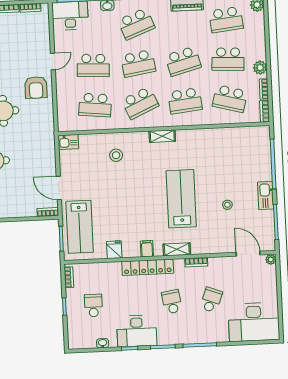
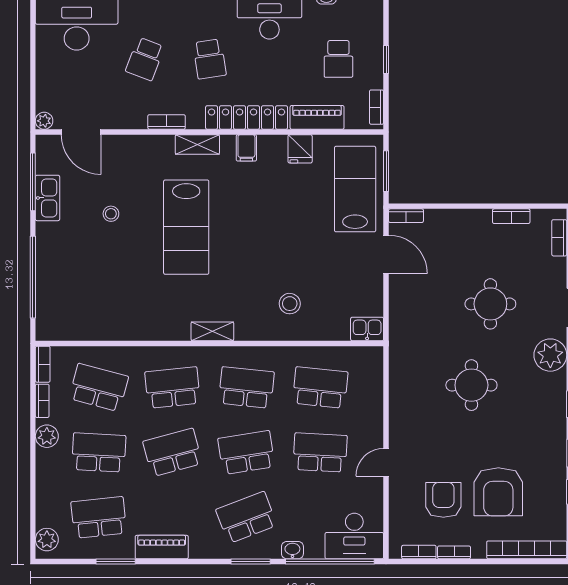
armchair: (36, 87) -> (443, 500), moved
school desk: (140, 103) -> (246, 388), turned 30
kitchen sink: (266, 196) -> (48, 198), moved
piano: (105, 269) -> (317, 117), added

